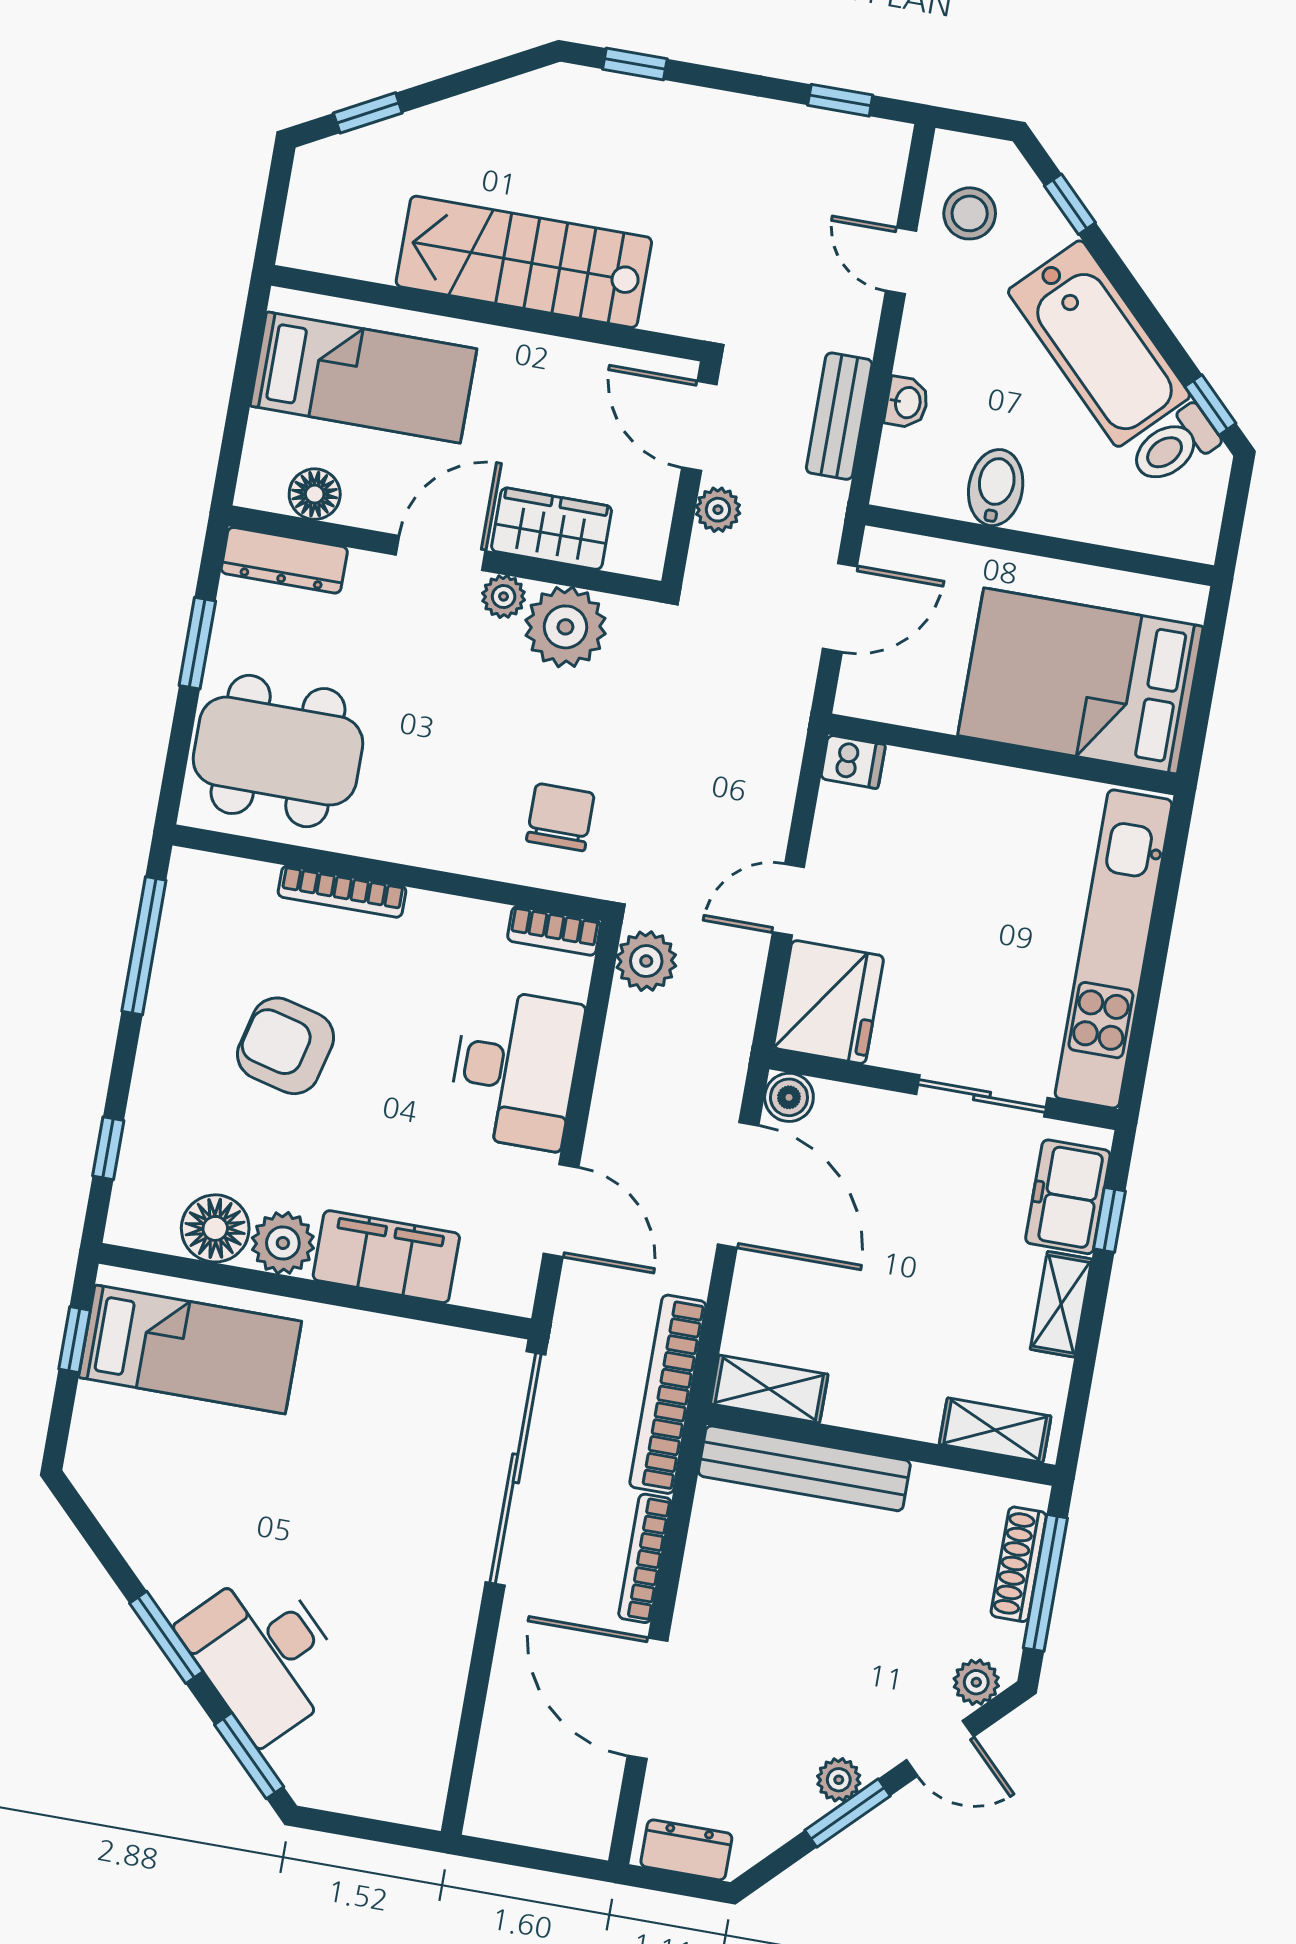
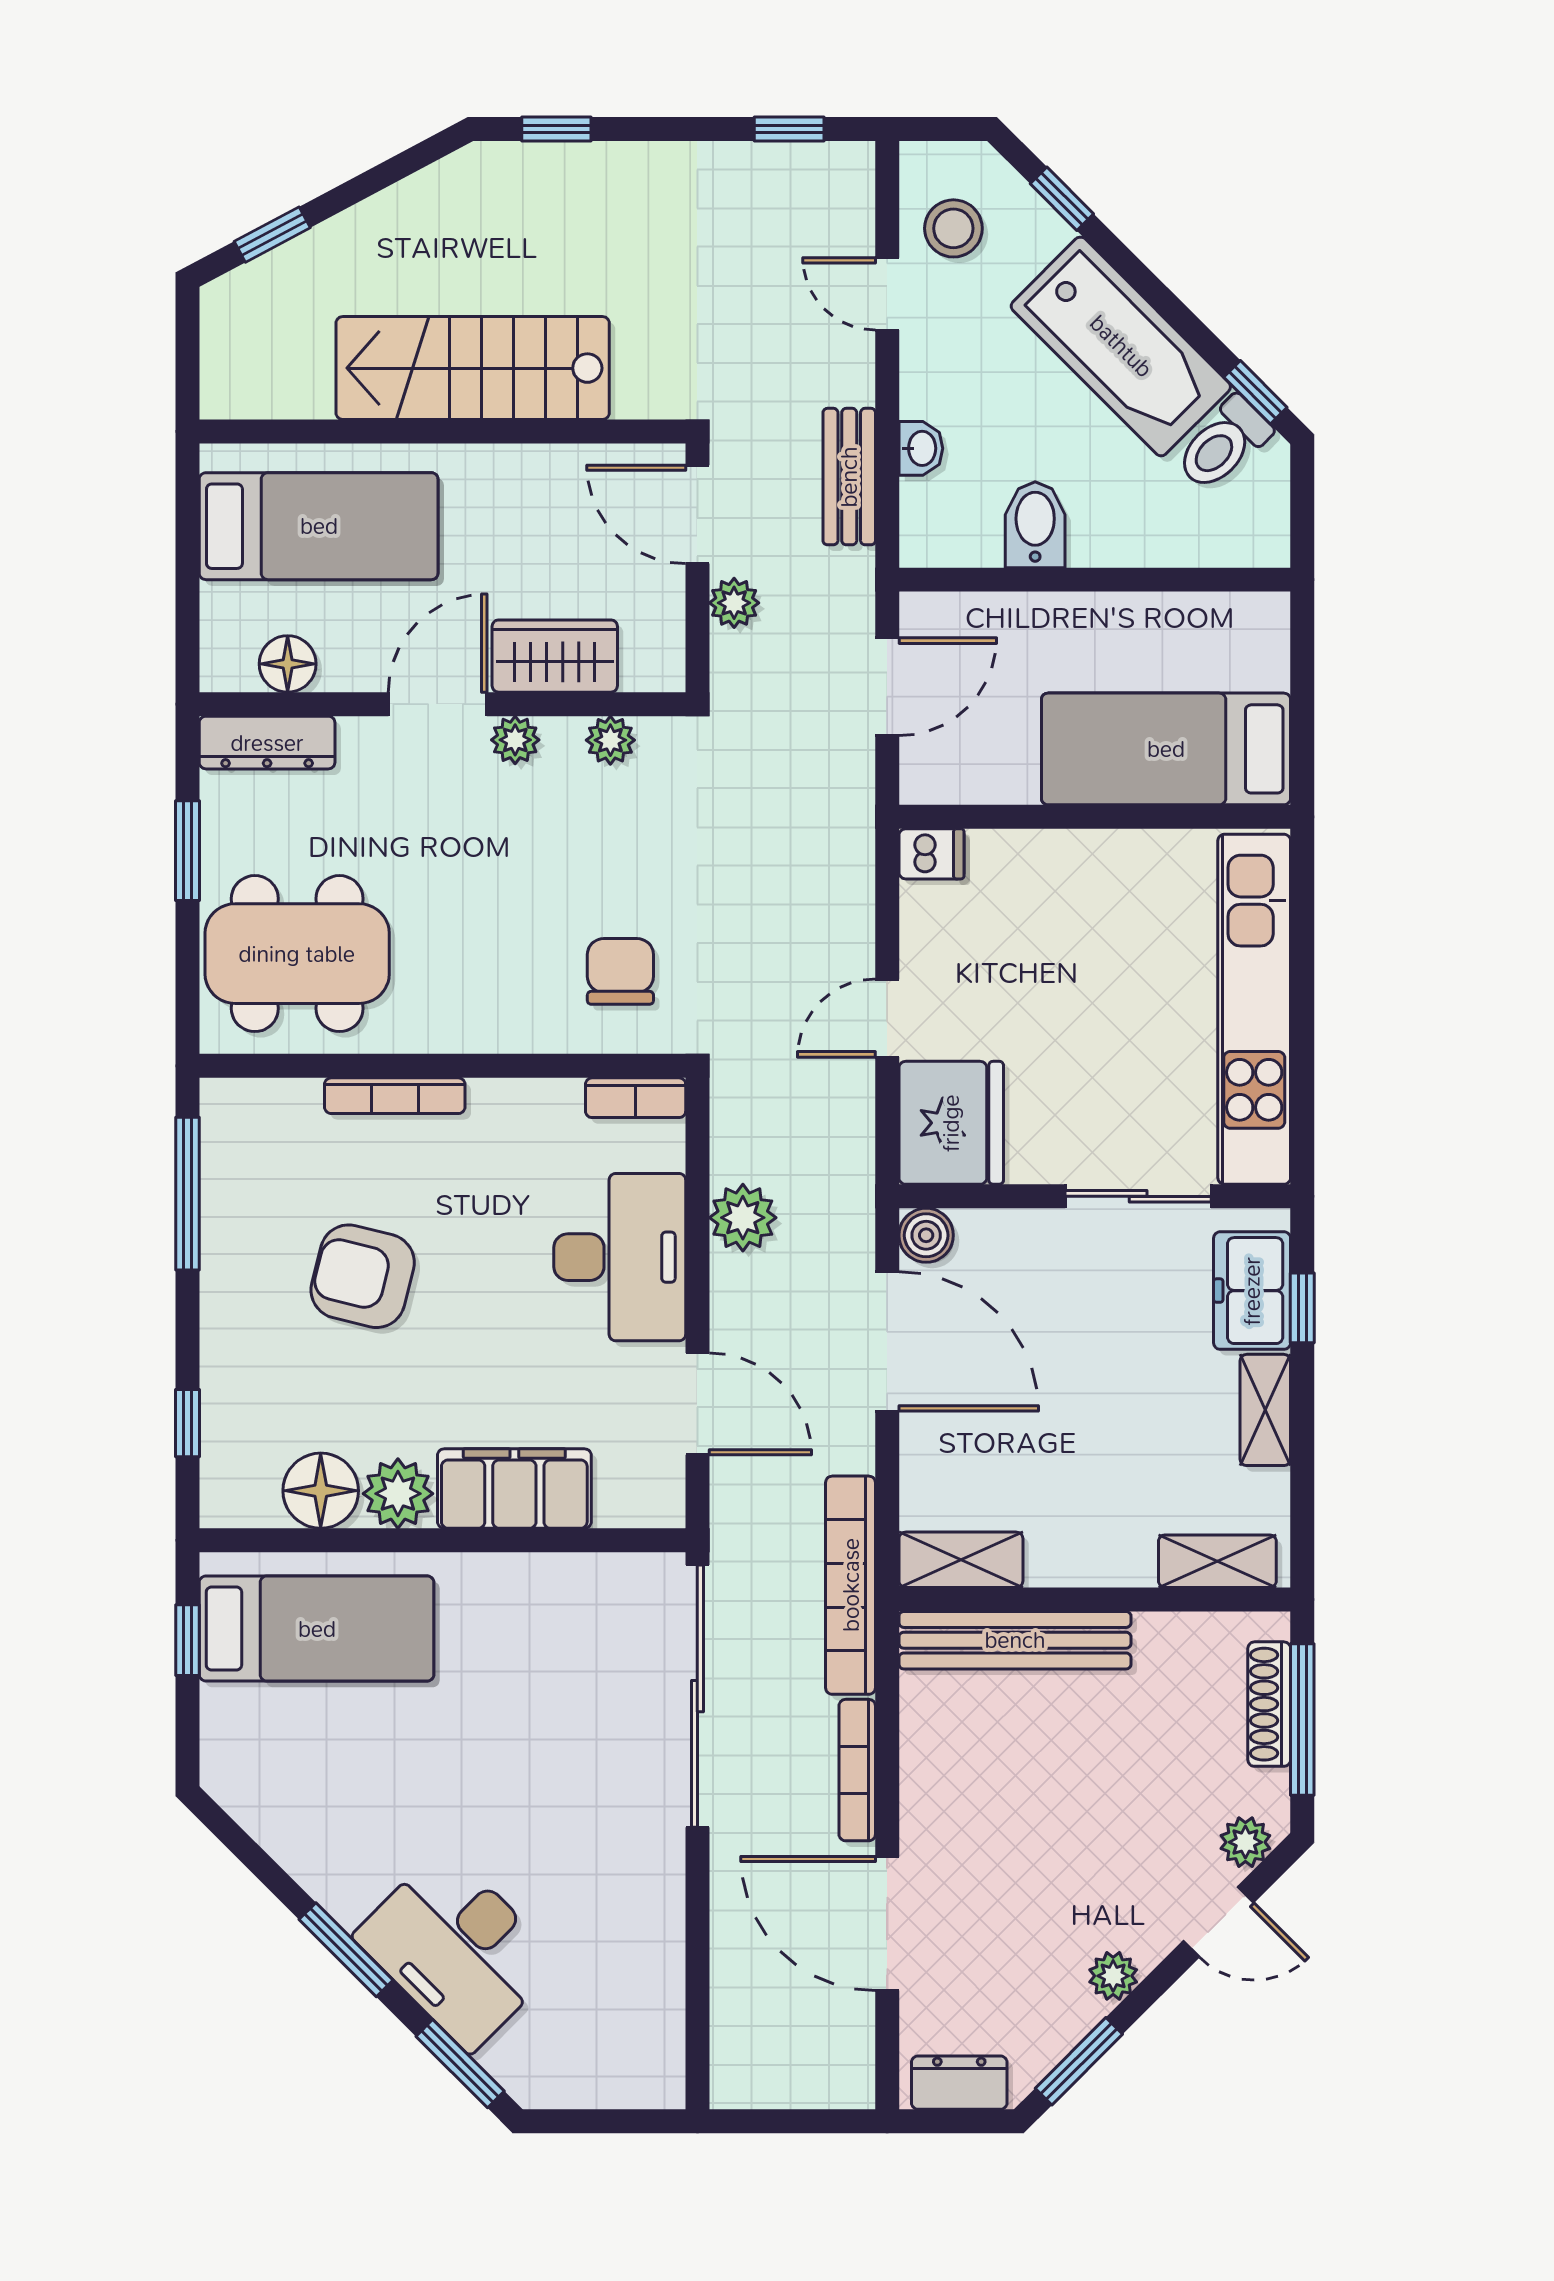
plant: (565, 627) -> (610, 740), width x0.53, depth x0.53
bed: (1081, 681) -> (1166, 749), width x0.67
plant: (646, 961) -> (743, 1218), moved
window: (848, 1813) -> (1079, 2061), moved

